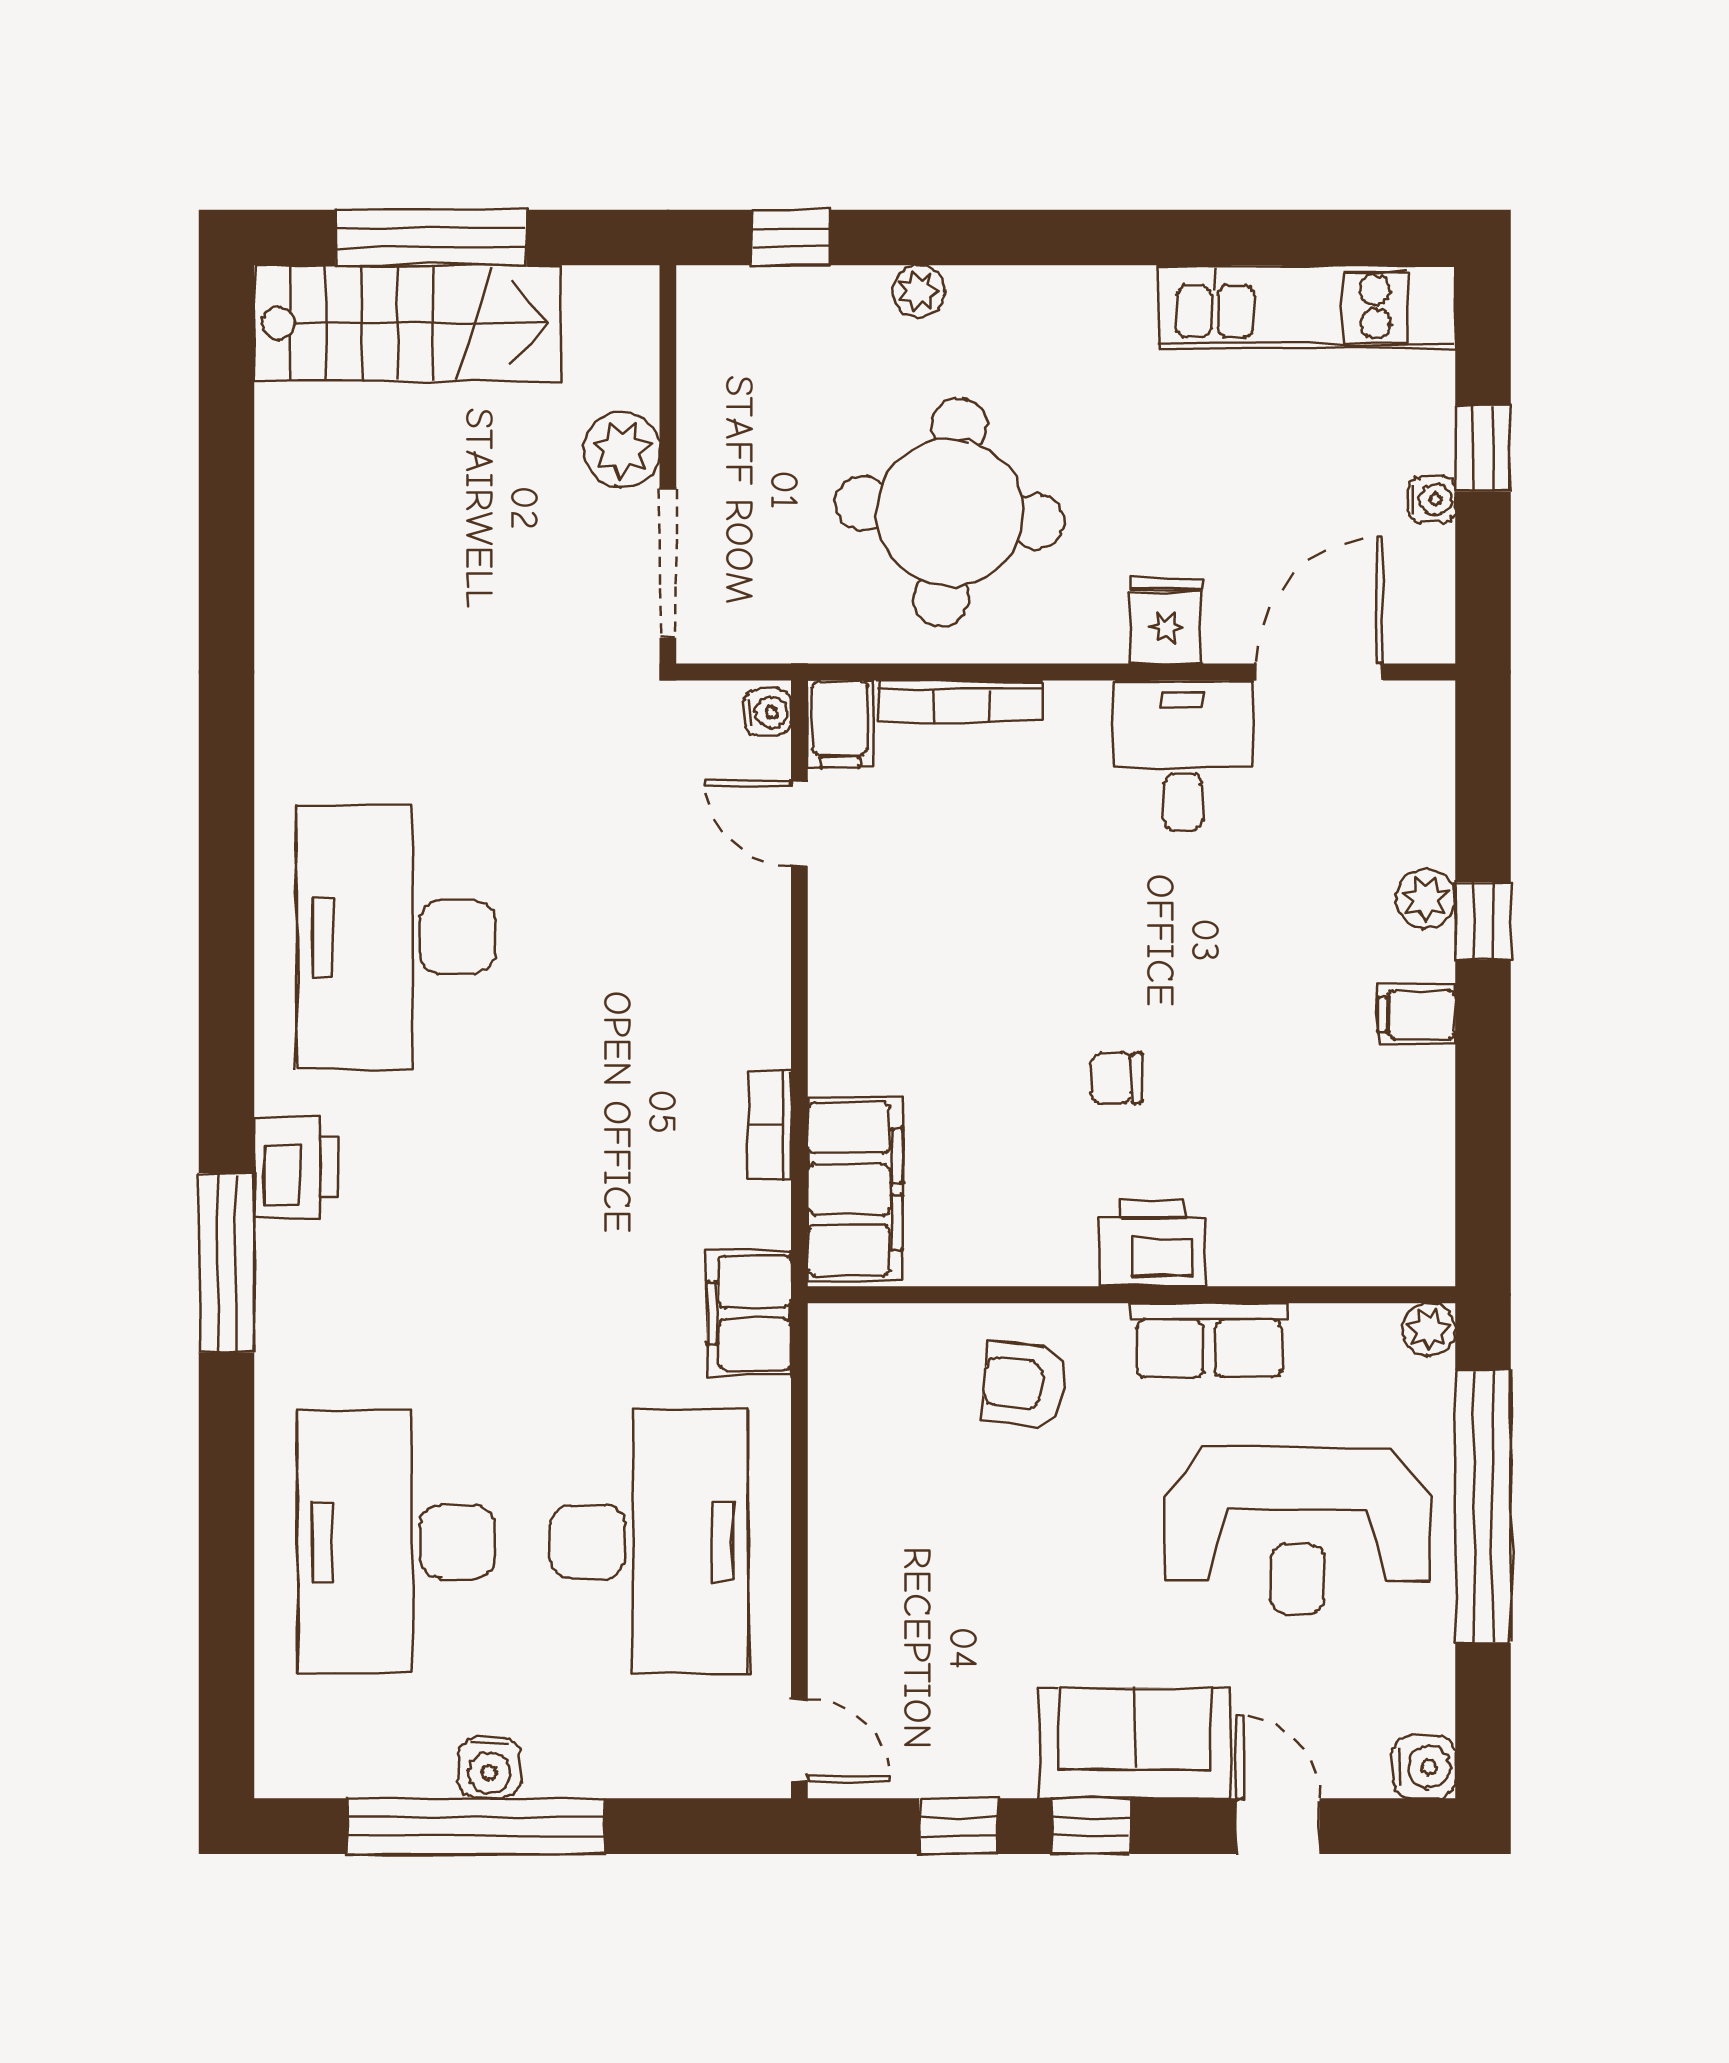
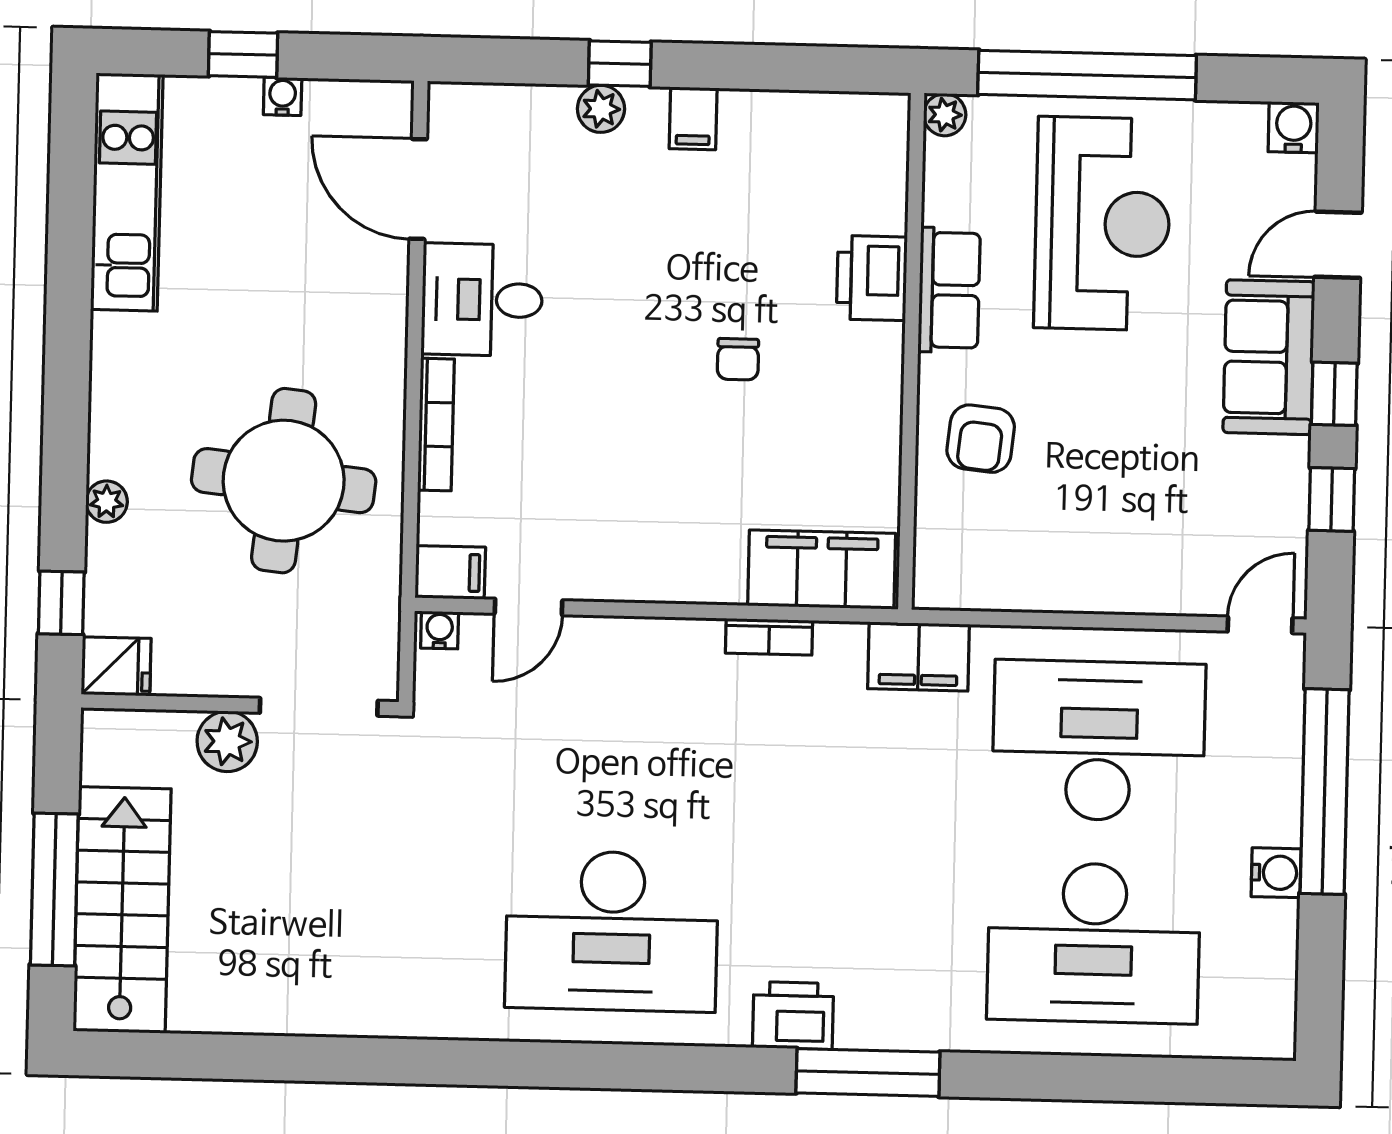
fridge: (1166, 621) -> (116, 666), moved, turned 180
bookcase: (961, 701) -> (436, 425), moved
printer: (1152, 1243) -> (872, 278), moved
window: (476, 1826) -> (1325, 792), moved

